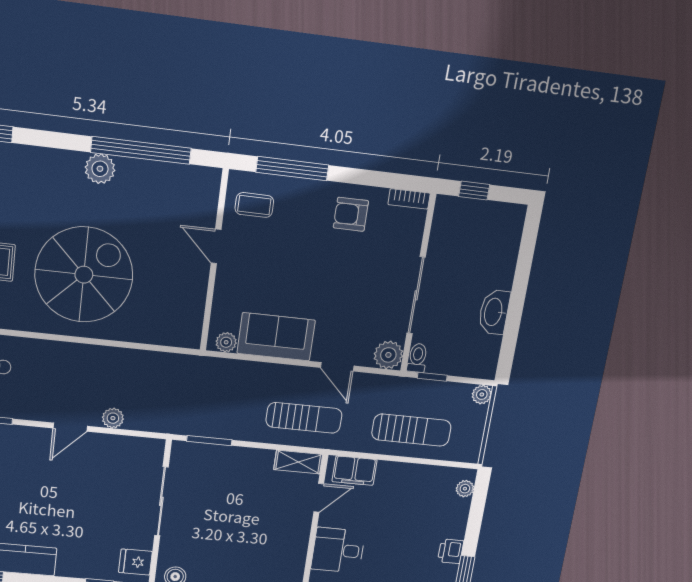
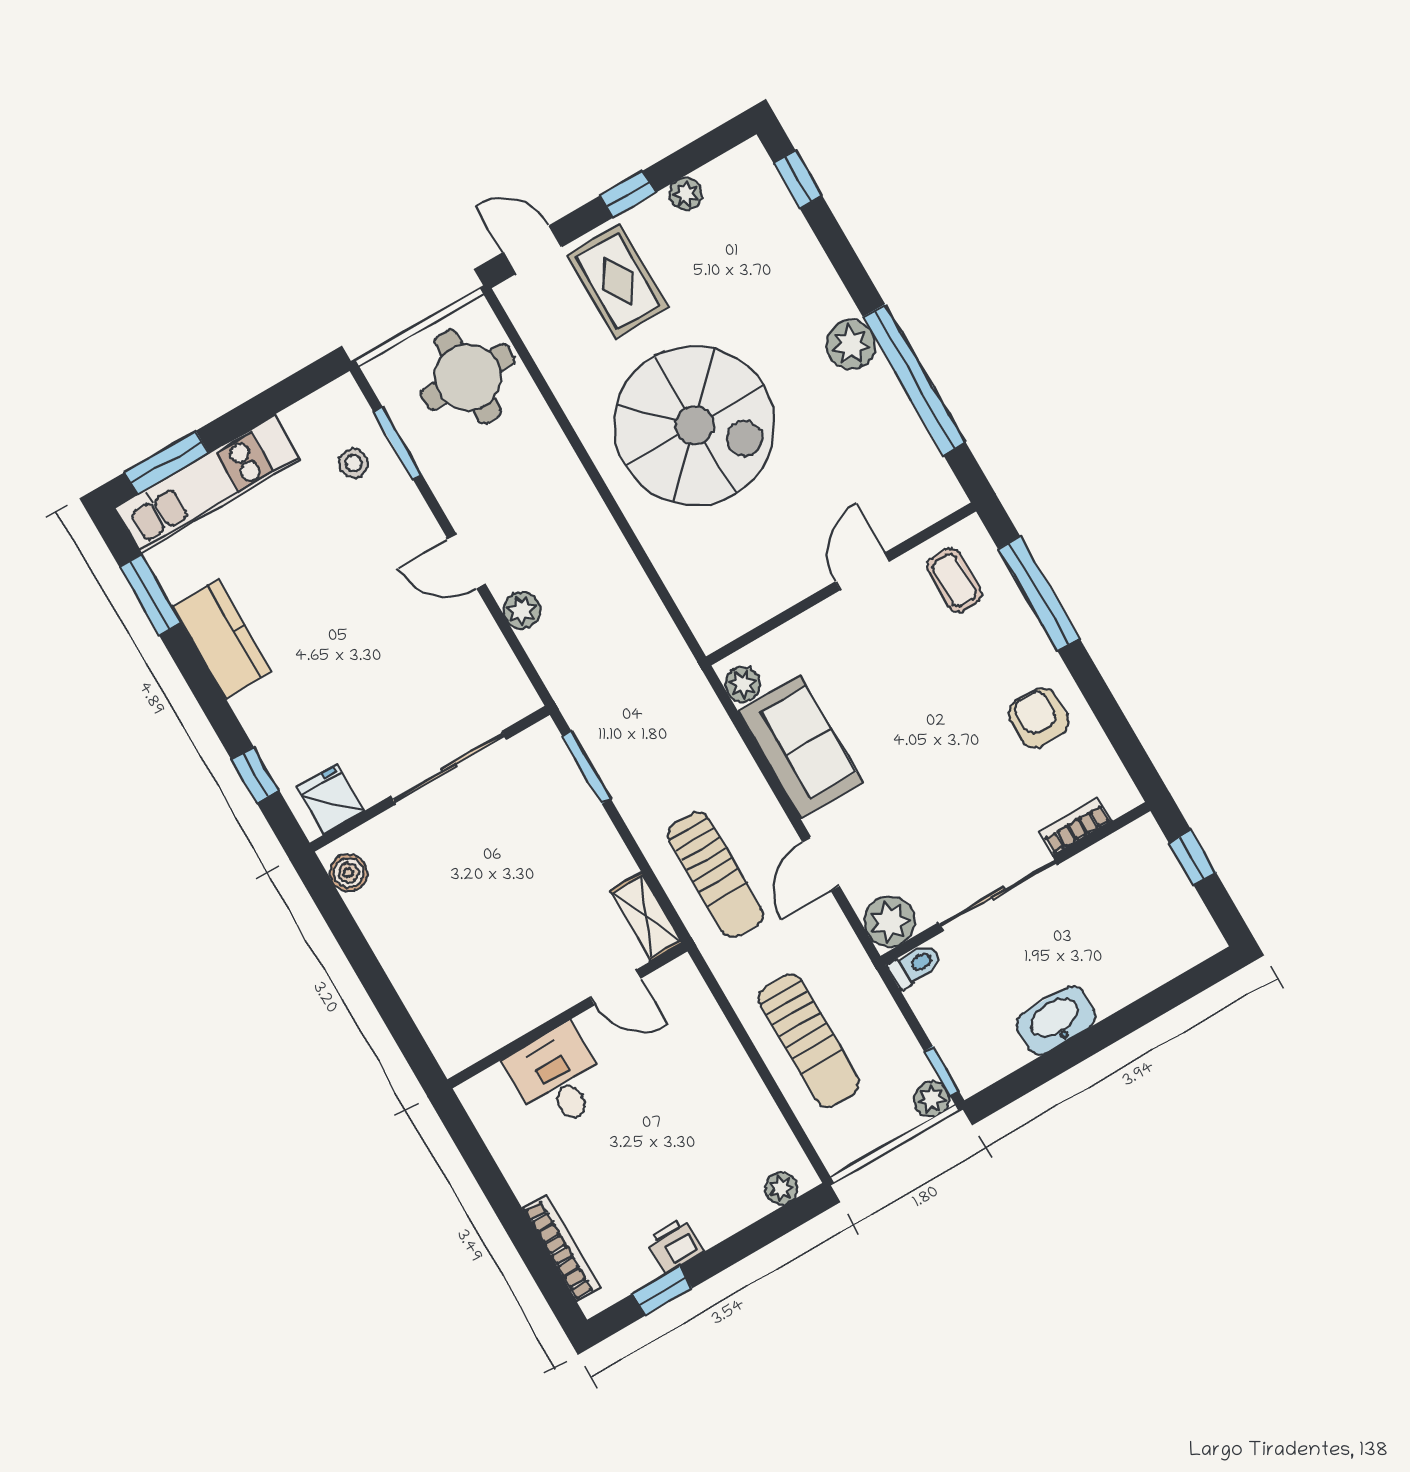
bookcase: (409, 199) -> (1076, 827), moved, turned 90
window: (432, 377) -> (942, 1071), moved
filing cabinet: (355, 471) -> (692, 1007), removed

